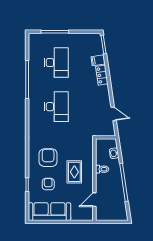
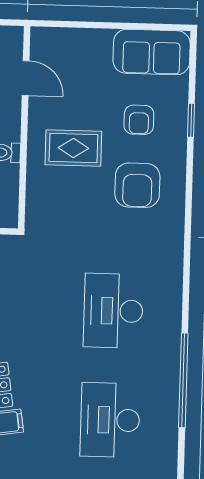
rug: (74, 172) -> (73, 148), turned 90
door: (94, 200) -> (26, 78), hinge flipped
sofa: (49, 212) -> (152, 52), width x0.73

